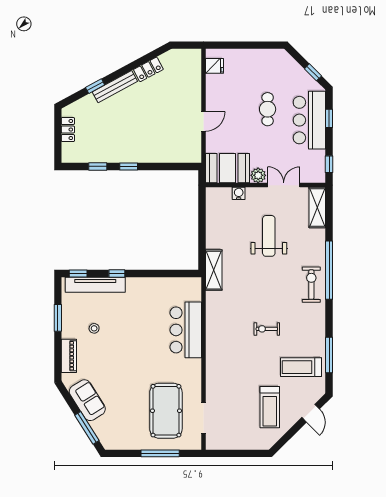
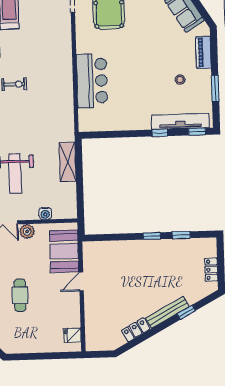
booth: (228, 168) -> (64, 251), moved, turned 90
shelving: (214, 270) -> (68, 162), moved

